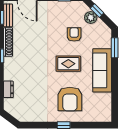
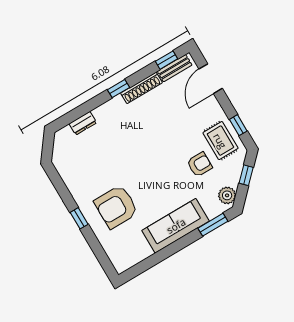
plant: (91, 17) -> (227, 195), moved
rug: (68, 64) -> (220, 141), moved

